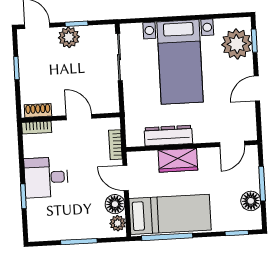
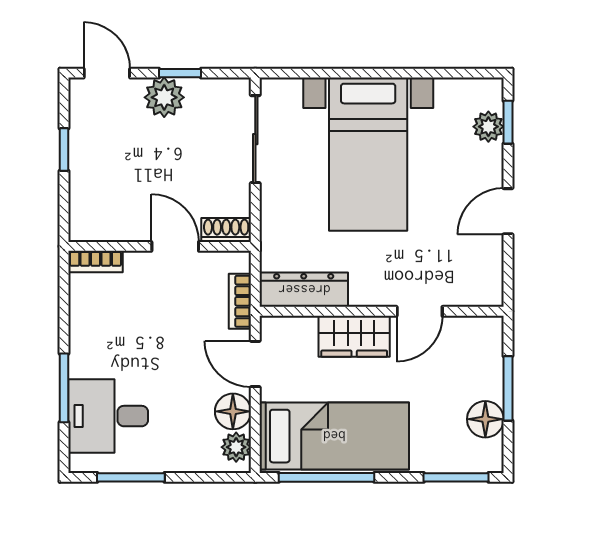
plant: (237, 44) -> (488, 127), width x0.53, depth x0.53
shoe rack: (38, 110) -> (226, 230), moved
dresser: (168, 136) -> (304, 290), moved
door: (232, 144) -> (420, 311), moved
desk: (46, 177) -> (108, 416), moved
window: (23, 196) -> (64, 388), width x1.50
window: (237, 233) -> (456, 477), width x1.50
window: (79, 242) -> (131, 477), moved

